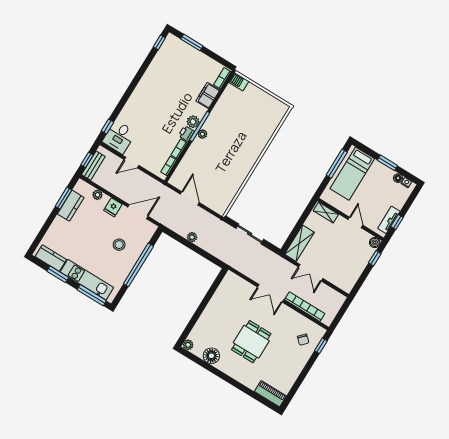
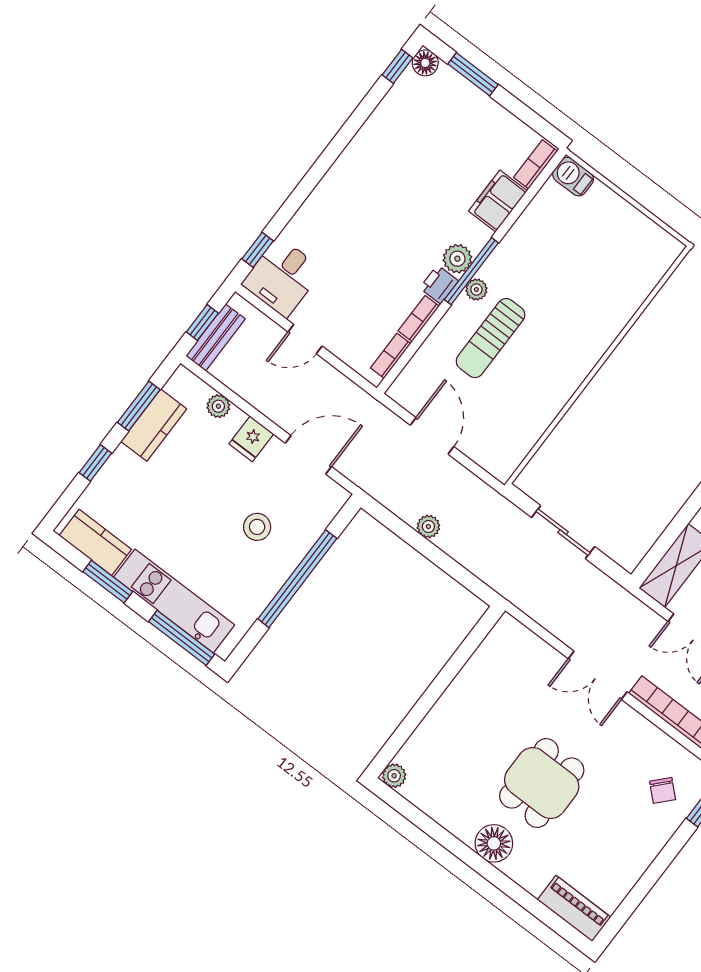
floor lamp: (171, 40) -> (425, 63), added
sun lounger: (211, 154) -> (491, 338), added
window: (47, 224) -> (95, 463), added
floor lamp: (211, 356) -> (494, 843), moved

